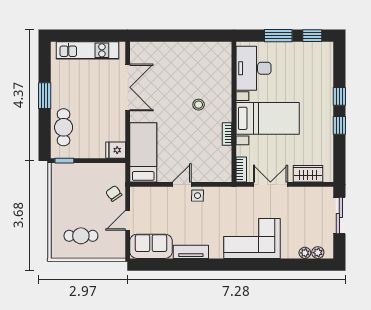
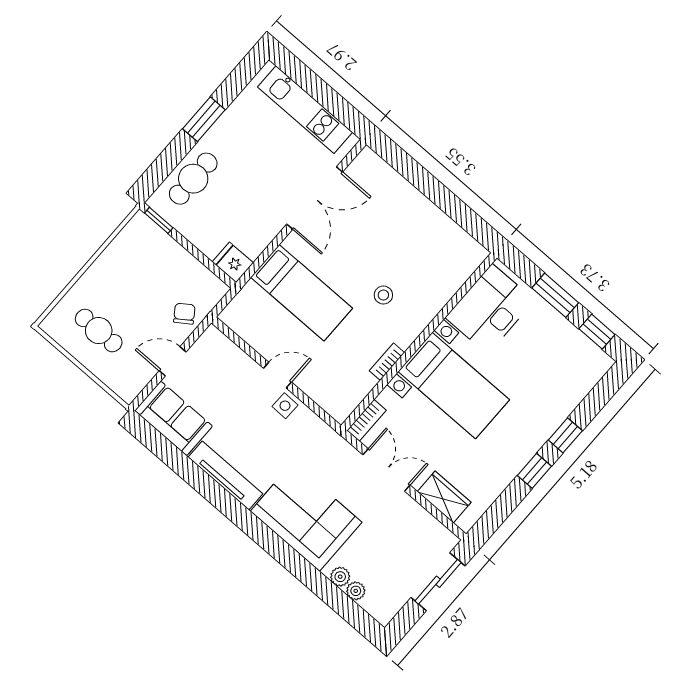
bed: (143, 152) -> (302, 293), moved, turned 90
tv unit: (191, 252) -> (225, 475), width x1.41
plant: (318, 253) -> (340, 577), moved

